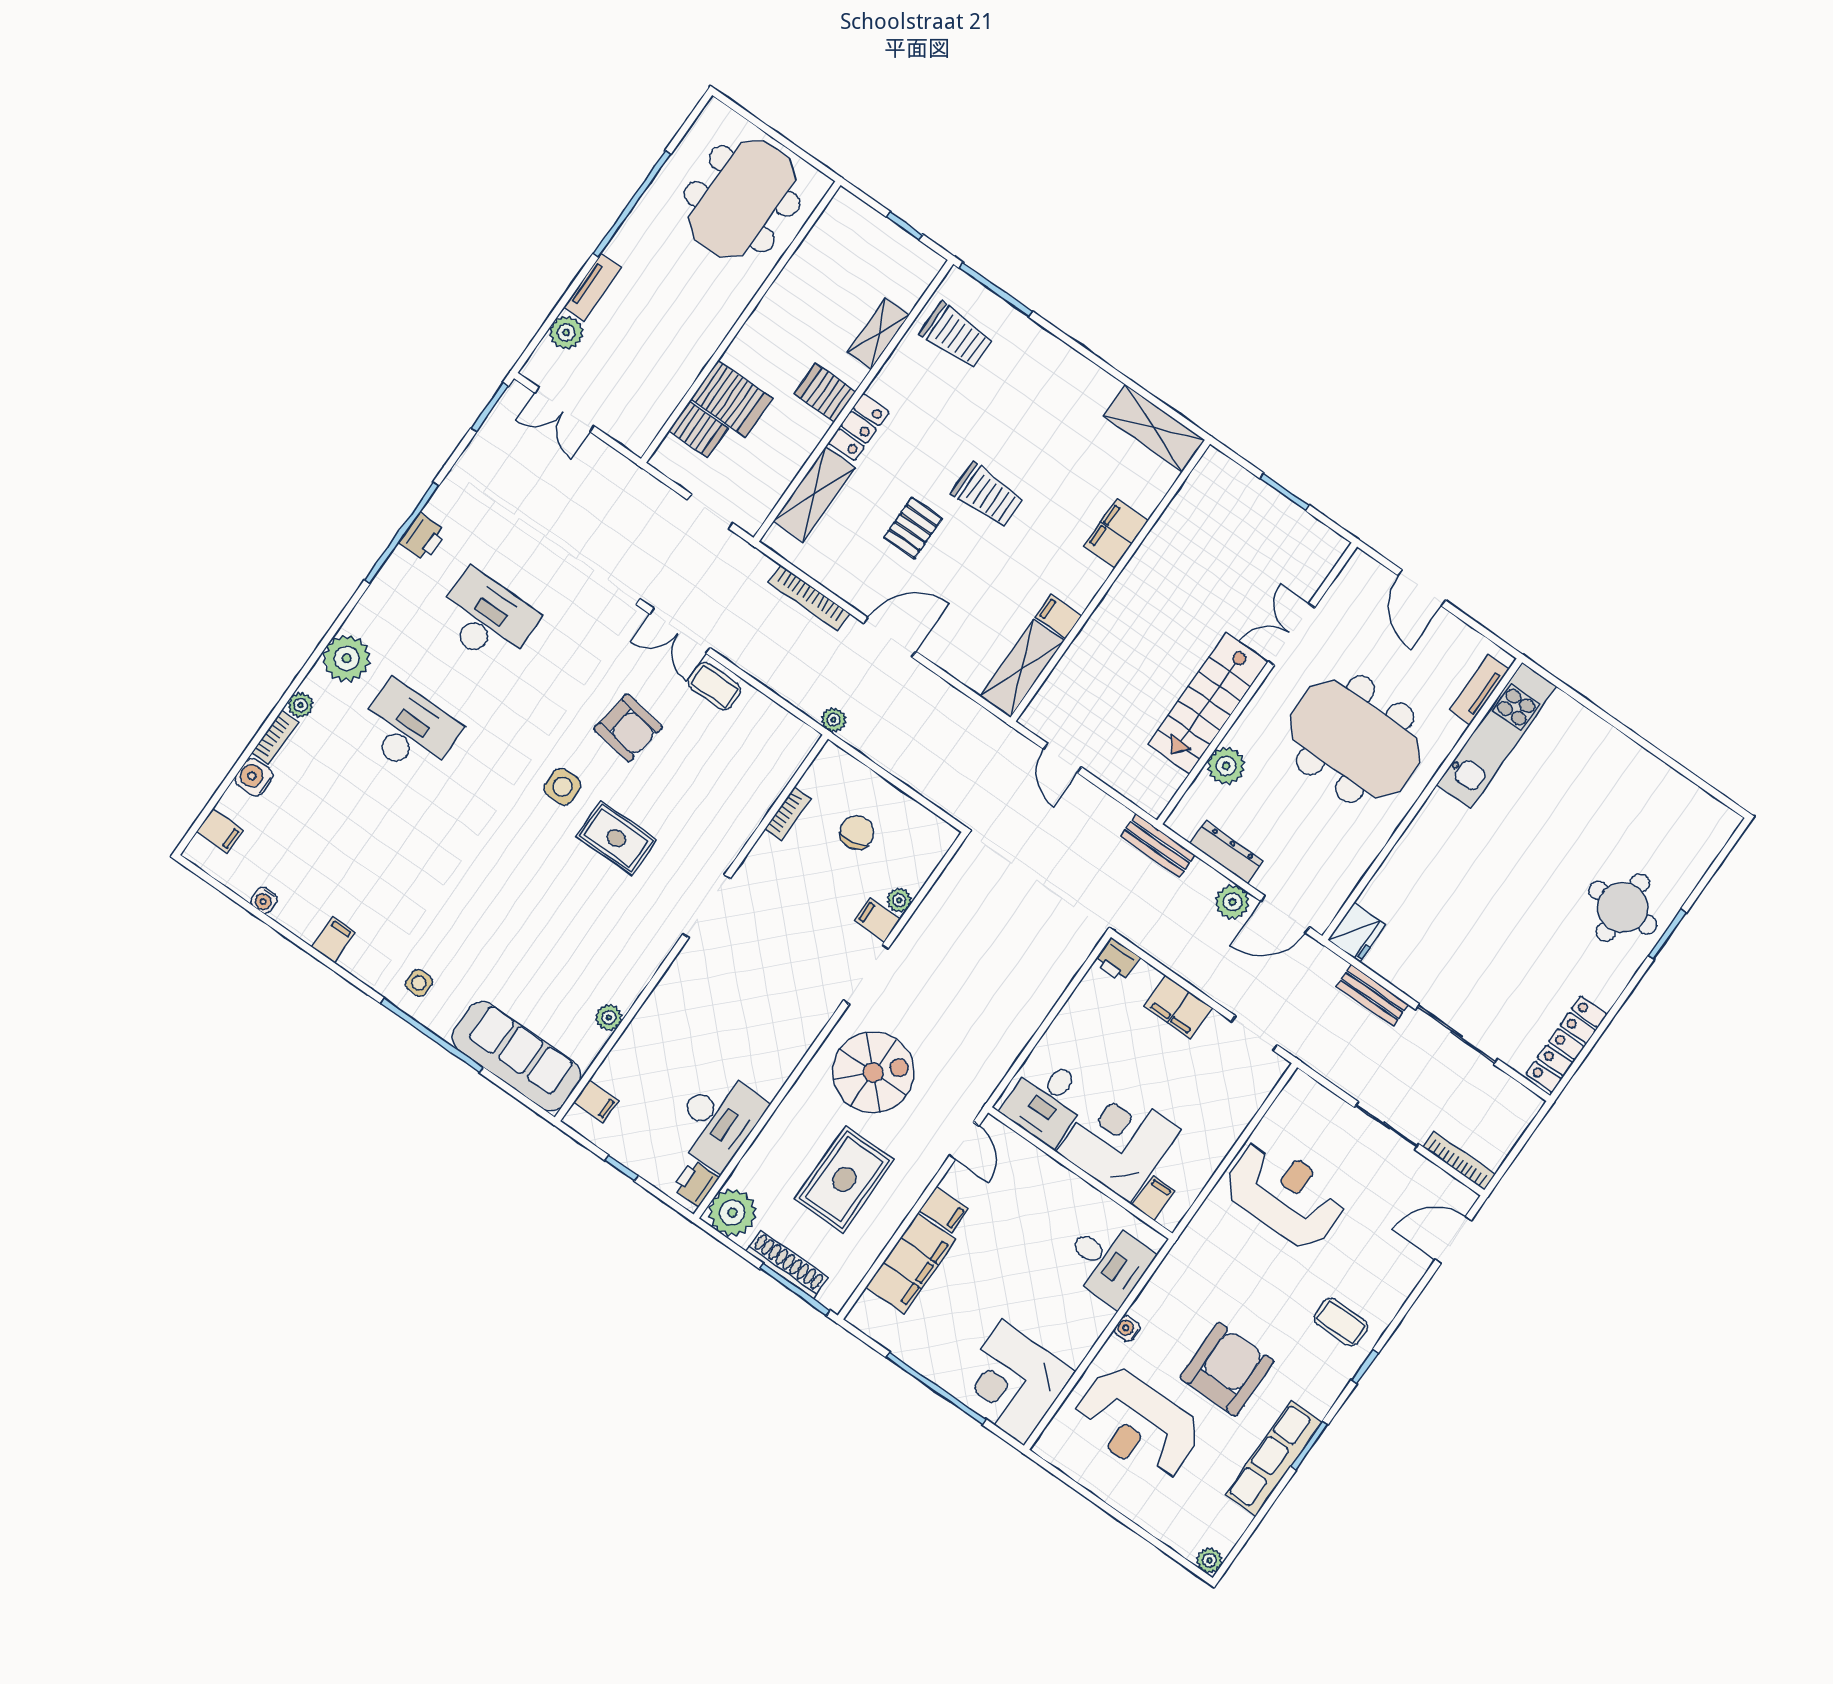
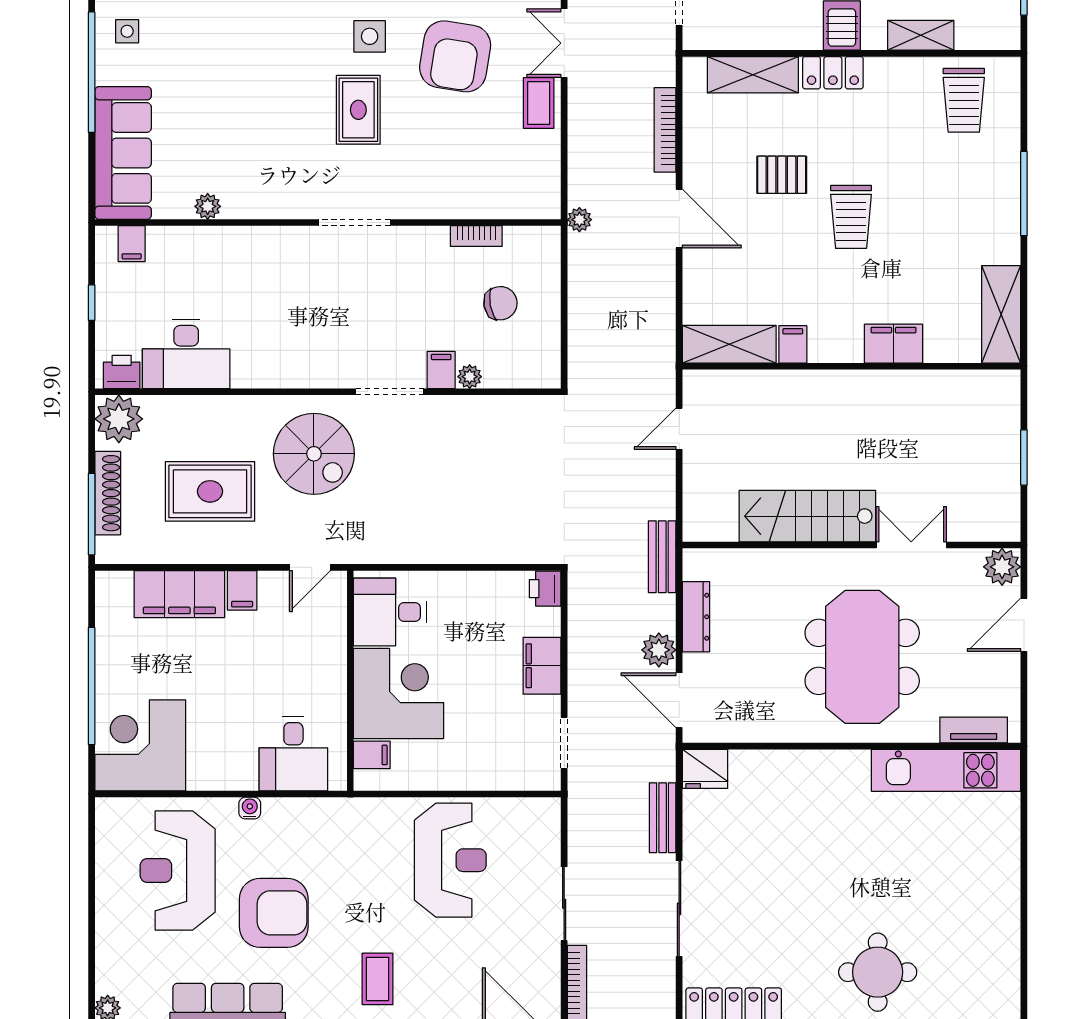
window: (996, 290) -> (1024, 194), moved
armchair: (628, 728) -> (455, 56), width x1.36, depth x1.36
plant: (1226, 766) -> (1002, 567), moved

